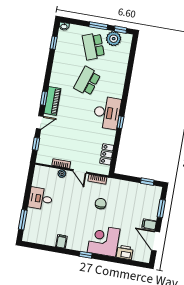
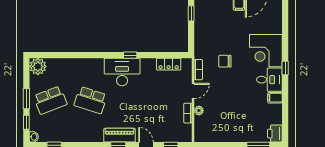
window: (121, 30) -> (26, 122), moved
plant: (114, 39) -> (38, 66), moved
desk: (40, 199) -> (269, 80), moved, turned -90
printer: (125, 252) -> (275, 134), moved

